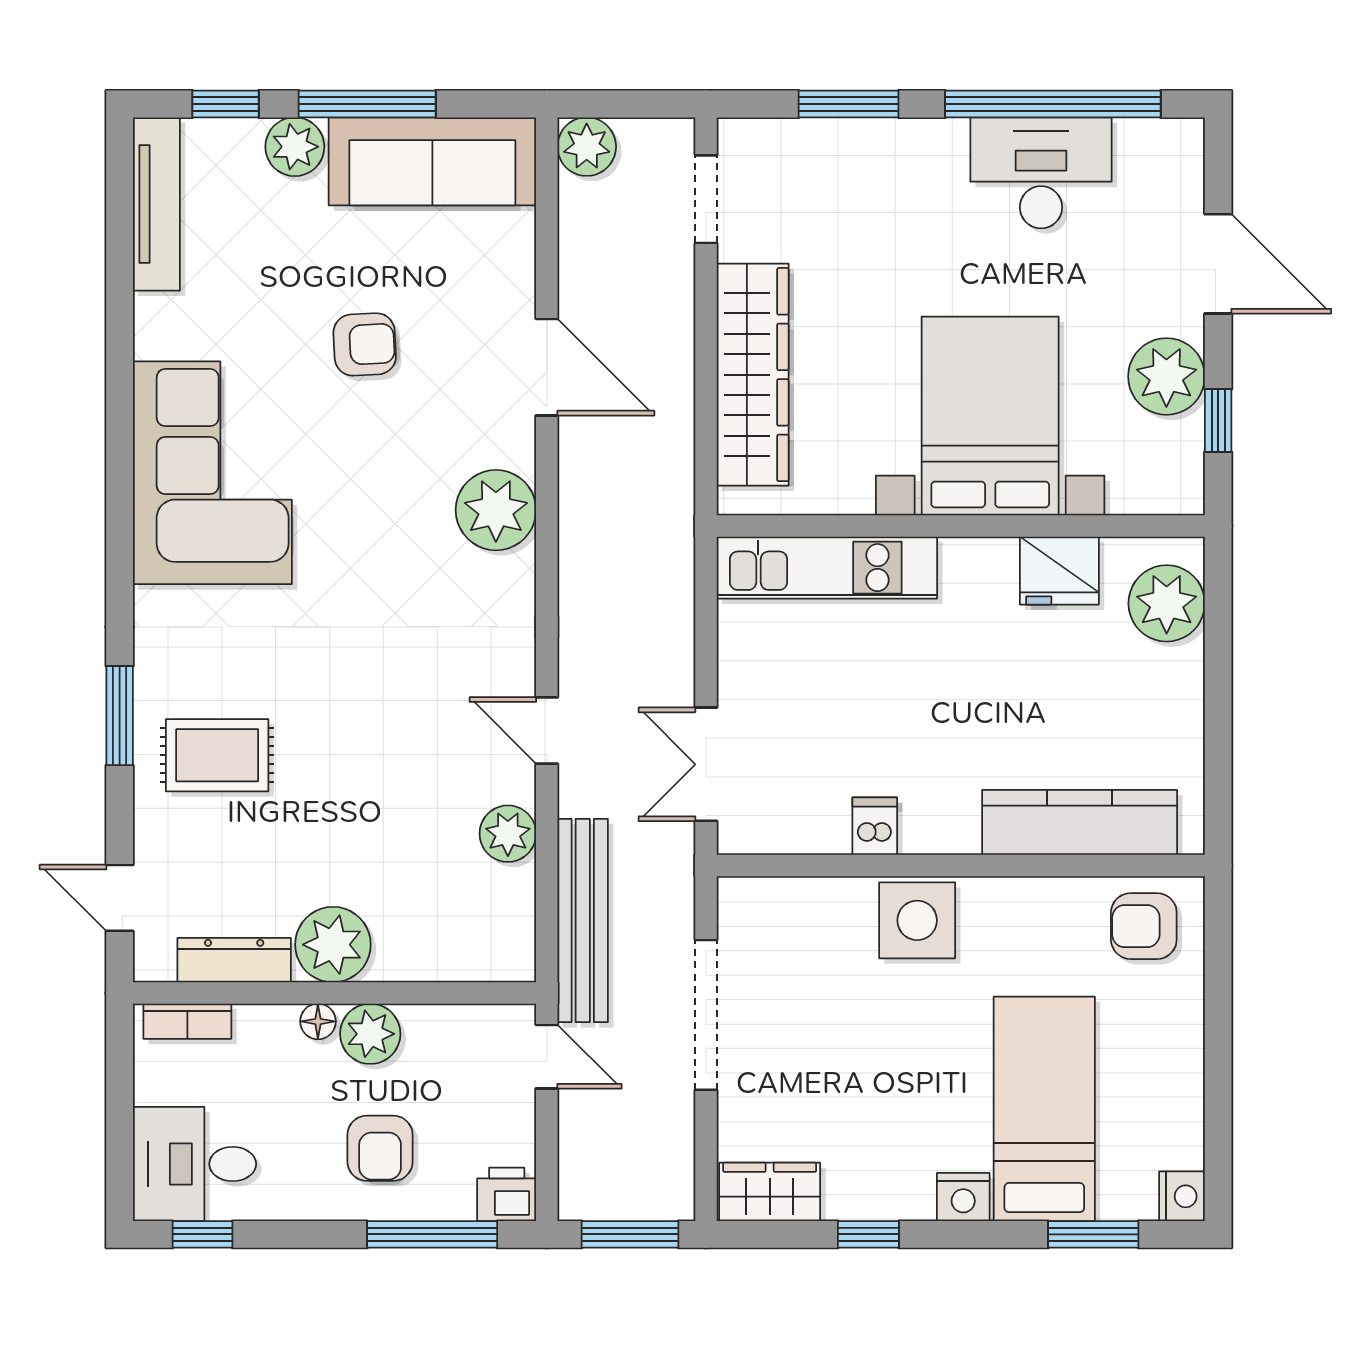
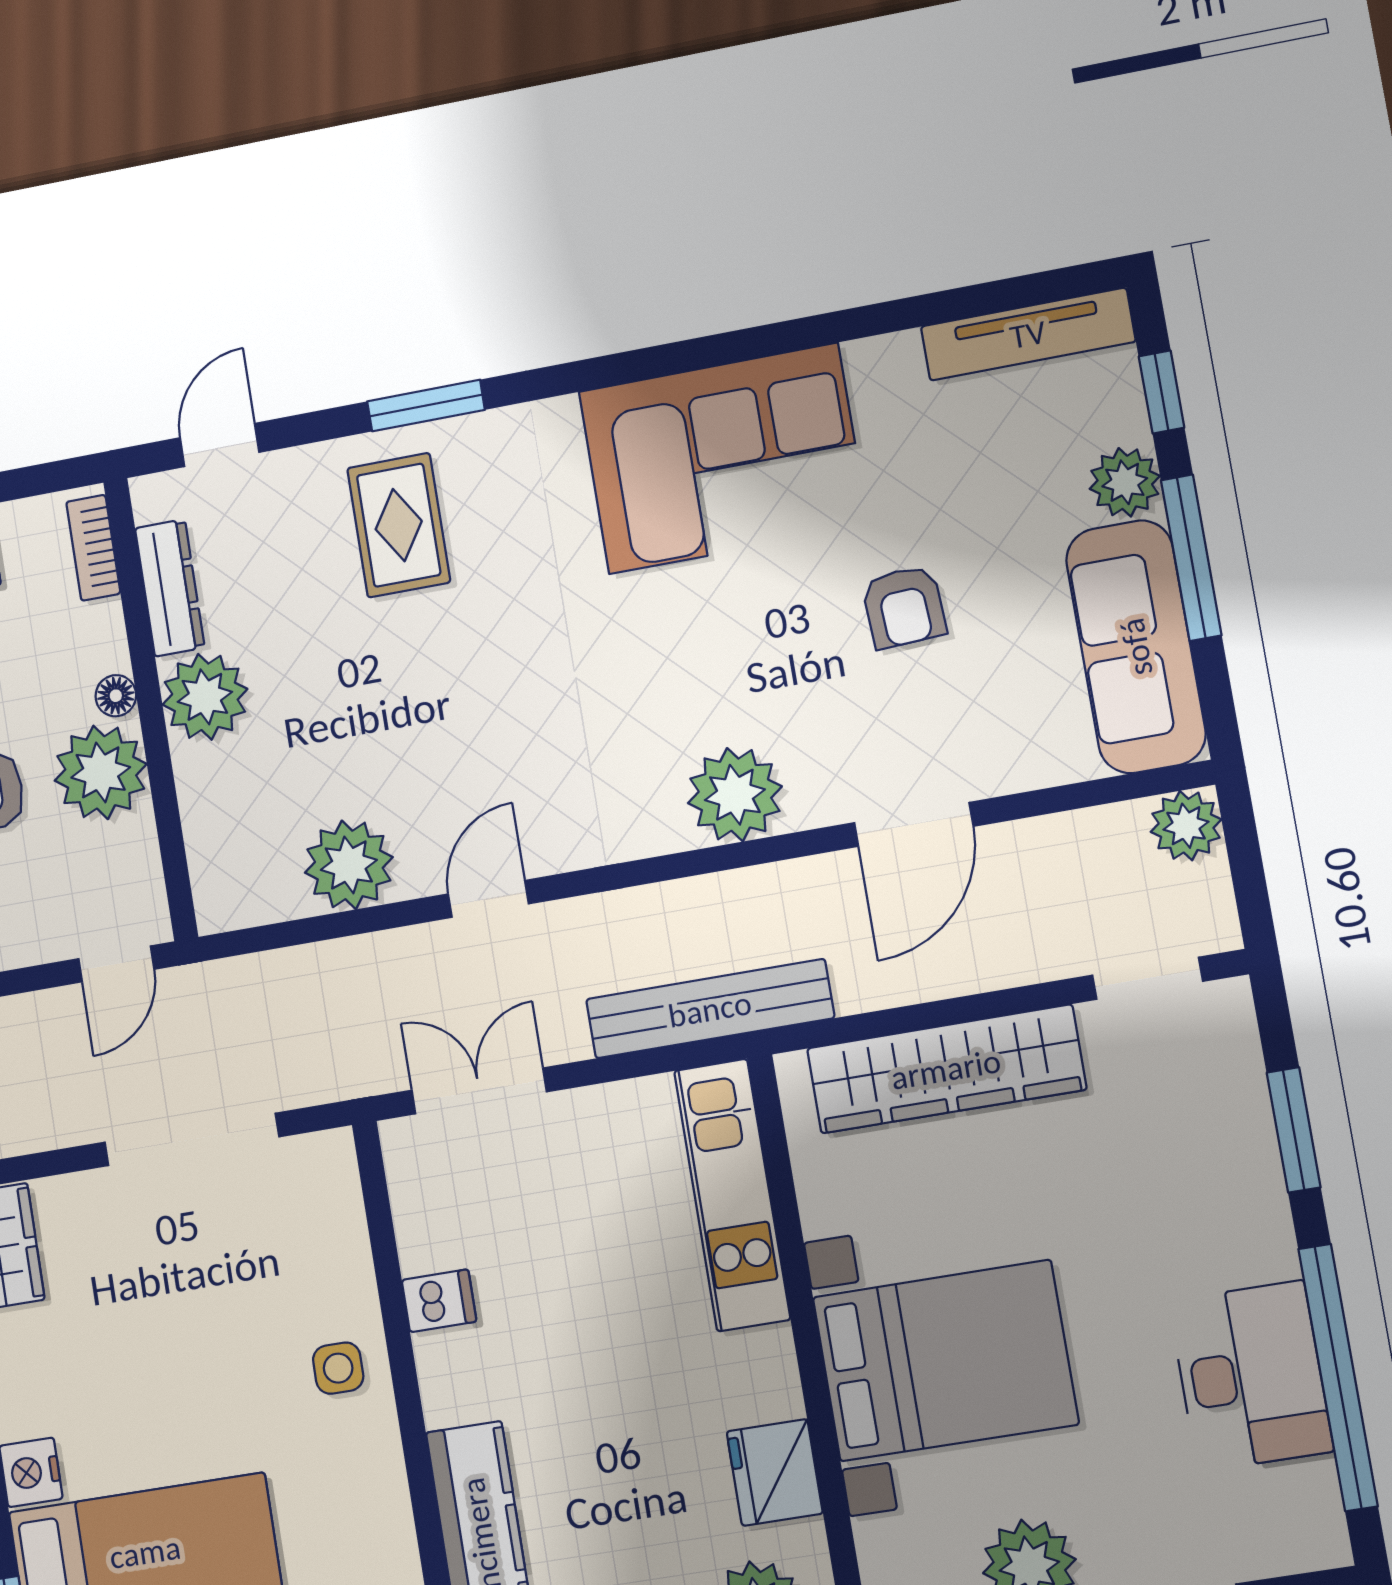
plant: (508, 834) -> (349, 865), width x1.36, depth x1.36
side table: (917, 920) -> (338, 1368), width x0.54, depth x0.54
bench: (583, 921) -> (710, 1009), moved
plant: (370, 1034) -> (101, 772), width x1.36, depth x1.36

